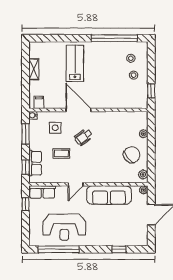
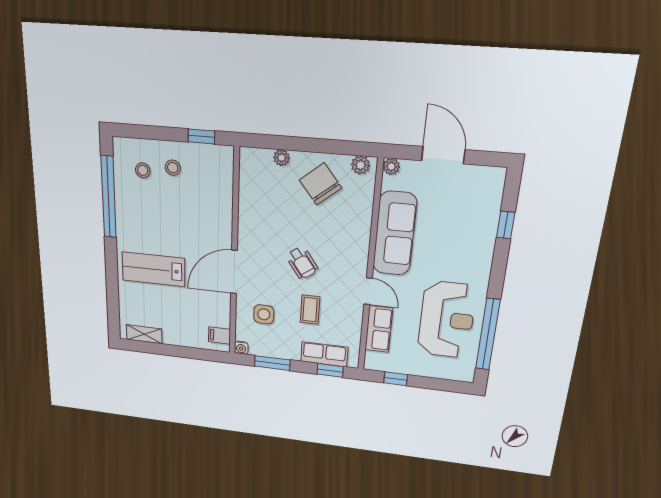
shelving: (34, 69) -> (144, 334), moved
wheelchair: (83, 137) -> (302, 263), moved
row of seats: (42, 192) -> (379, 329), moved

